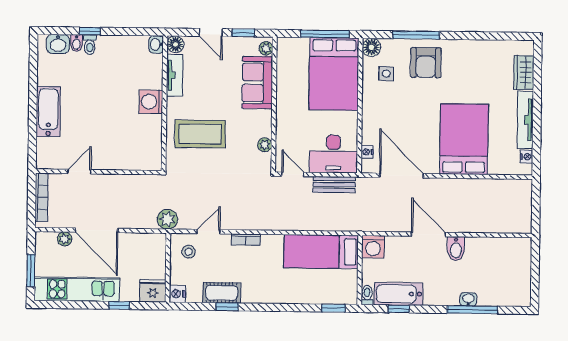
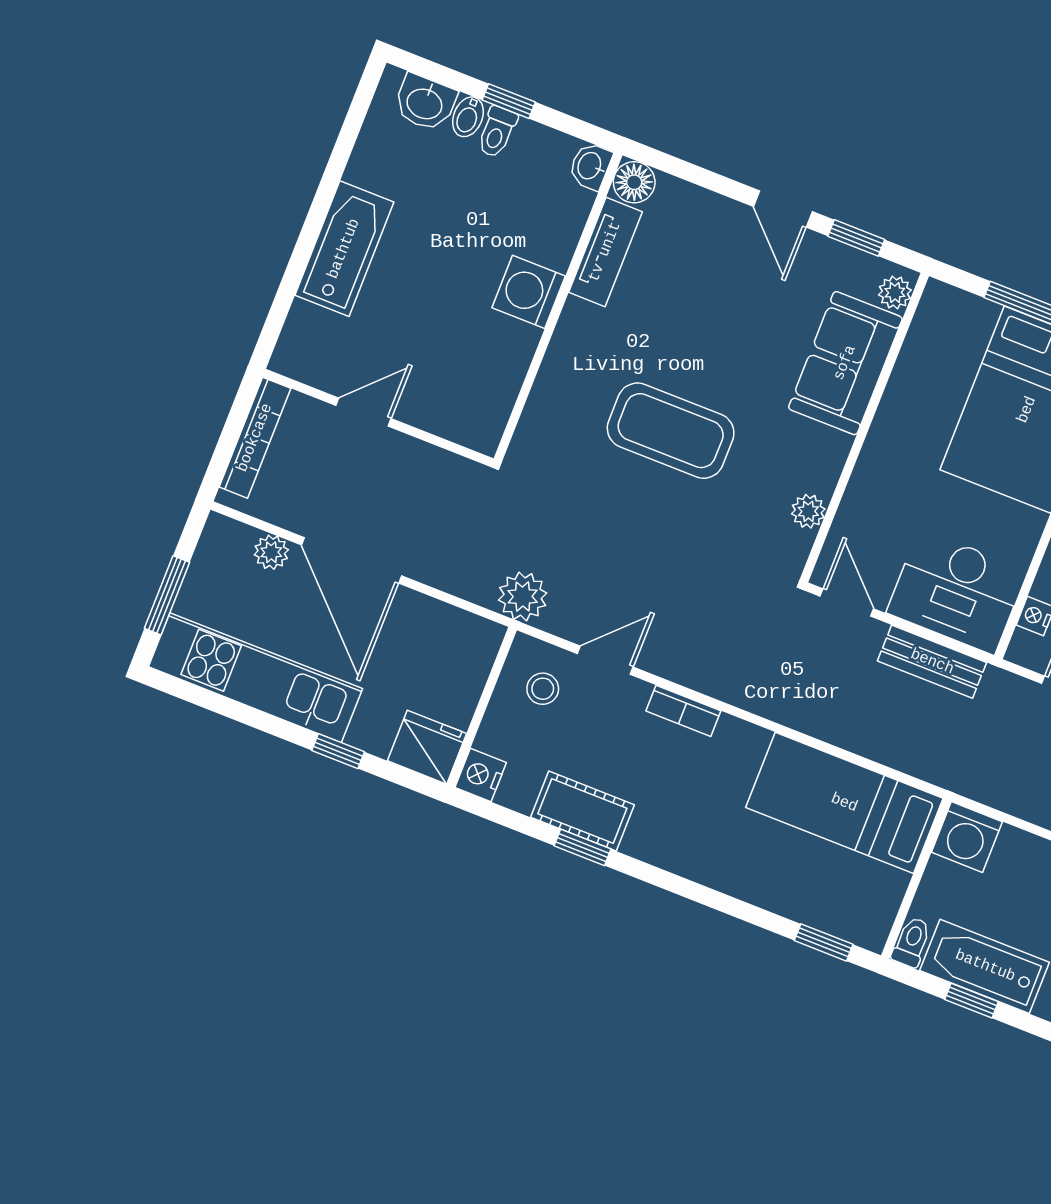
washbasin: (156, 44) -> (590, 166), moved
floor lamp: (175, 44) -> (634, 182), moved
tv unit: (175, 75) -> (605, 252), moved
washing machine: (151, 102) -> (529, 292), moved
wall: (164, 103) -> (558, 307), moved

